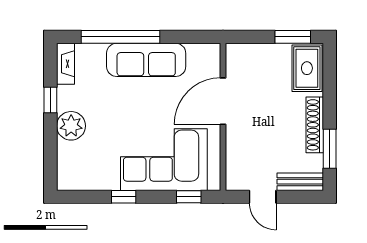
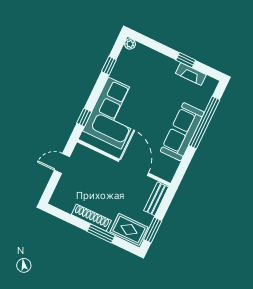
fireplace: (65, 64) -> (191, 74), moved
plant: (71, 126) -> (130, 44), moved, width x0.53, depth x0.53
window: (330, 149) -> (101, 234), moved
bench: (300, 182) -> (156, 199), moved
window: (124, 197) -> (109, 66), moved

